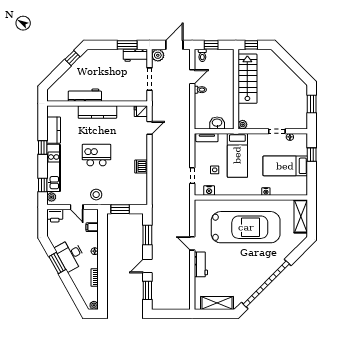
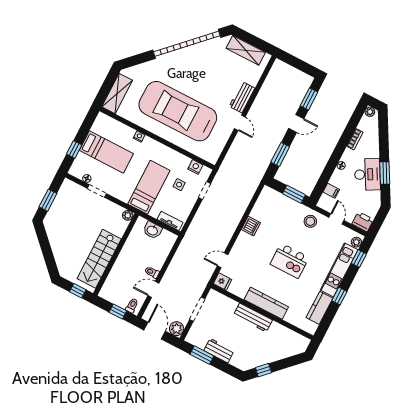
door: (174, 45) -> (155, 331), swing flipped
workbench: (135, 55) -> (219, 351), moved
workbench: (85, 95) -> (253, 318), moved

